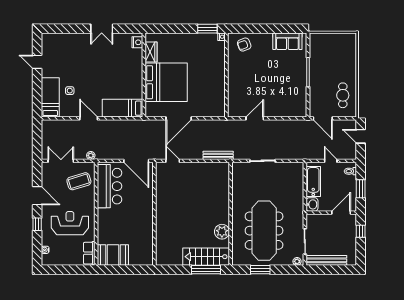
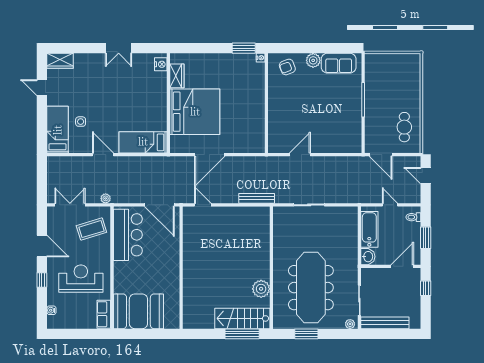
wardrobe: (52, 39) -> (60, 61), added
plant: (266, 39) -> (313, 60), added
booth: (113, 255) -> (138, 311), width x1.36, depth x1.42

